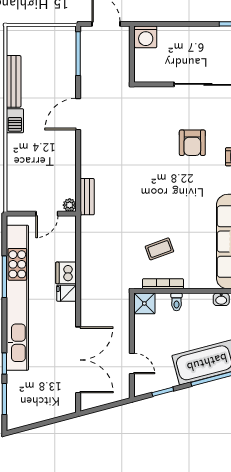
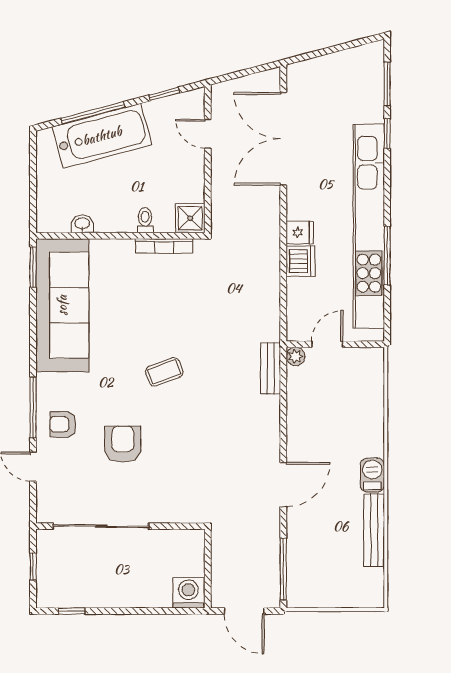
coffee table: (159, 249) -> (164, 372), moved

